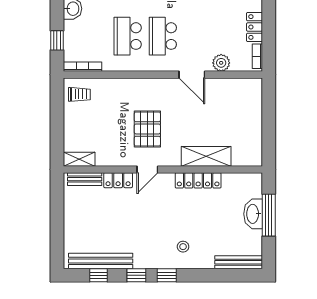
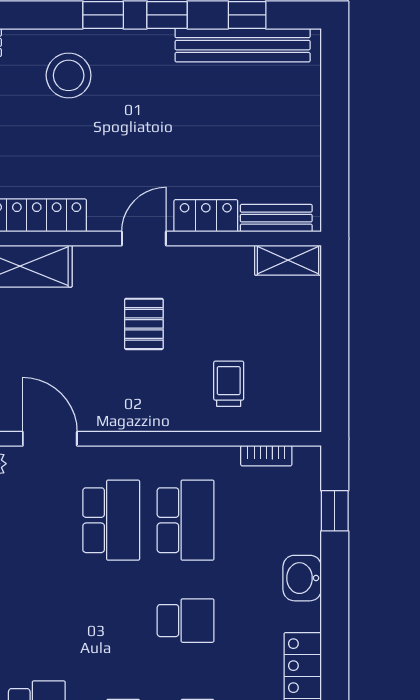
bookcase: (83, 67) -> (266, 456), width x0.64
trolley: (79, 94) -> (229, 384), moved, turned 90
pallet: (147, 129) -> (144, 324), width x0.67, depth x0.71
stool: (183, 247) -> (69, 75), width x1.89, depth x1.89

